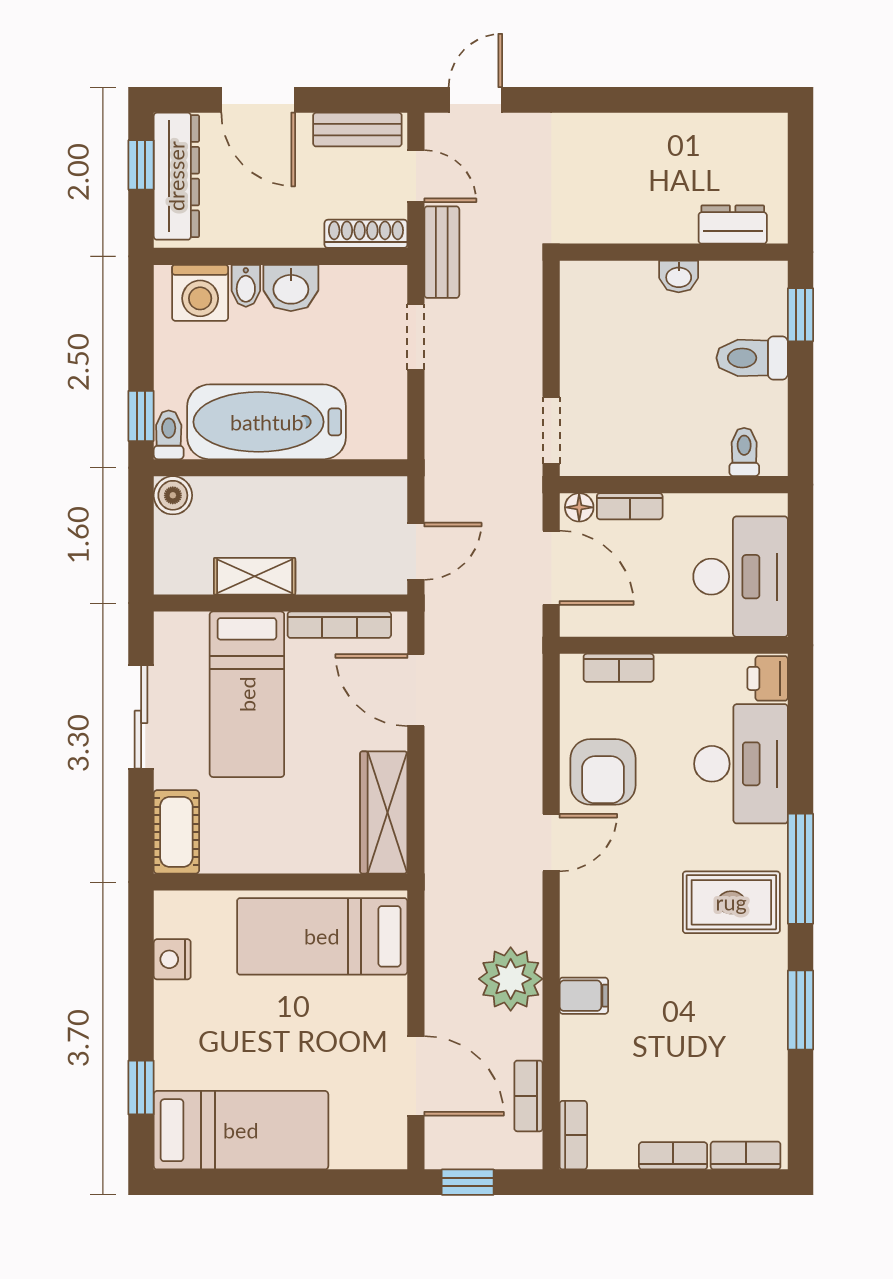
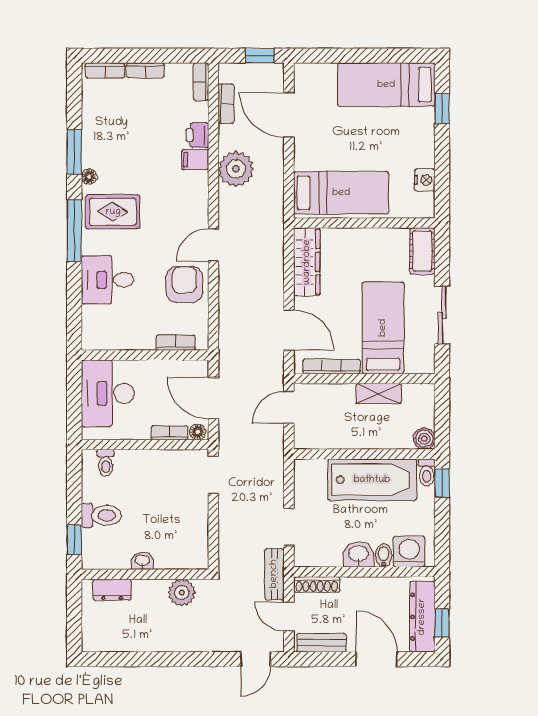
plant: (608, 219) -> (182, 593), added
printer: (768, 678) -> (197, 135), moved, turned 180
desk: (741, 764) -> (108, 280), width x0.73
floor lamp: (774, 965) -> (89, 177), added

